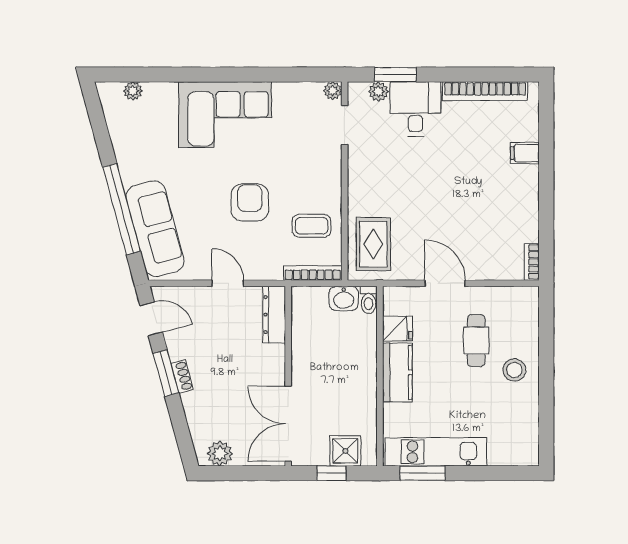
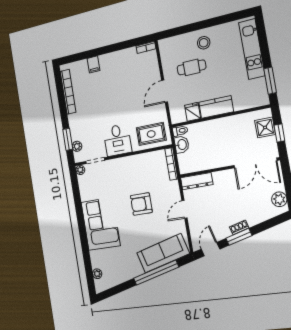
desk: (415, 109) -> (117, 140), moved, turned -90
coffee table: (312, 226) -> (147, 169), removed
kitchen unit: (436, 452) -> (252, 49), moved

